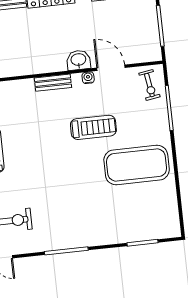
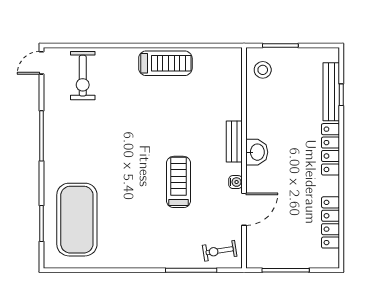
washbasin: (78, 60) -> (257, 152), moved
treadmill: (93, 127) -> (179, 182), turned 180
exercise mat: (137, 165) -> (77, 220), moved

